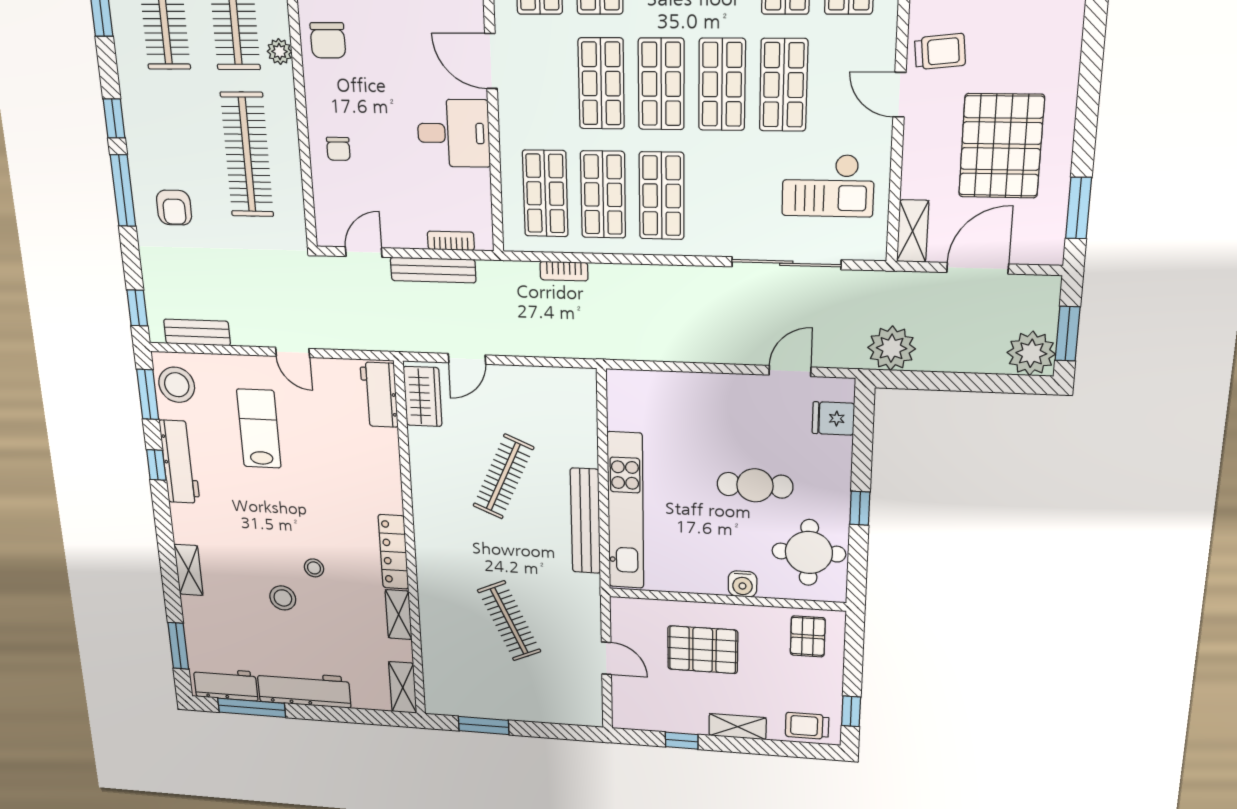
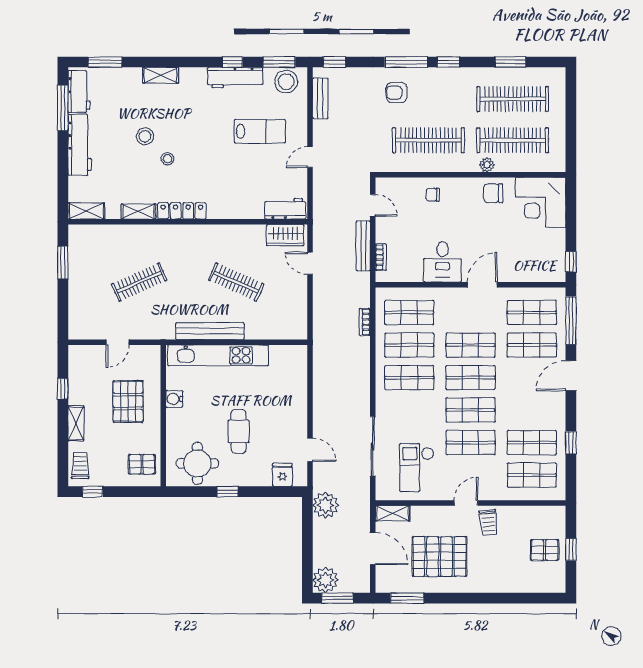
water cooler: (743, 584) -> (174, 399), moved

